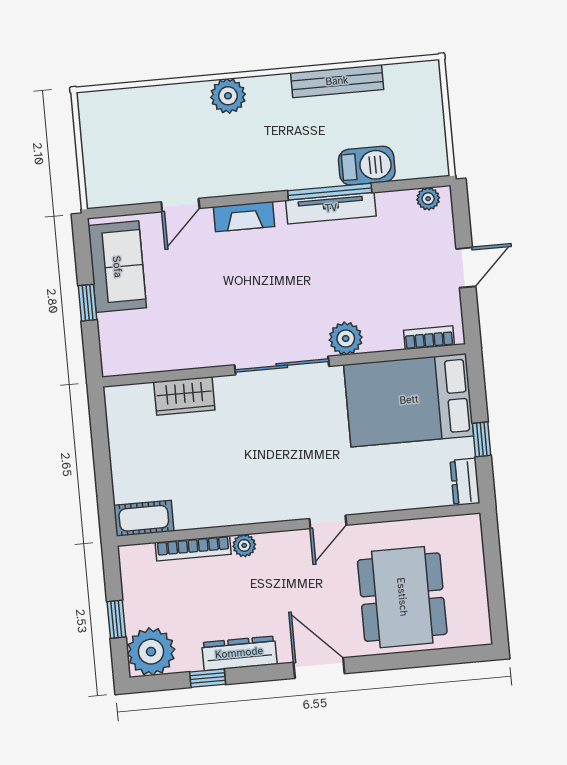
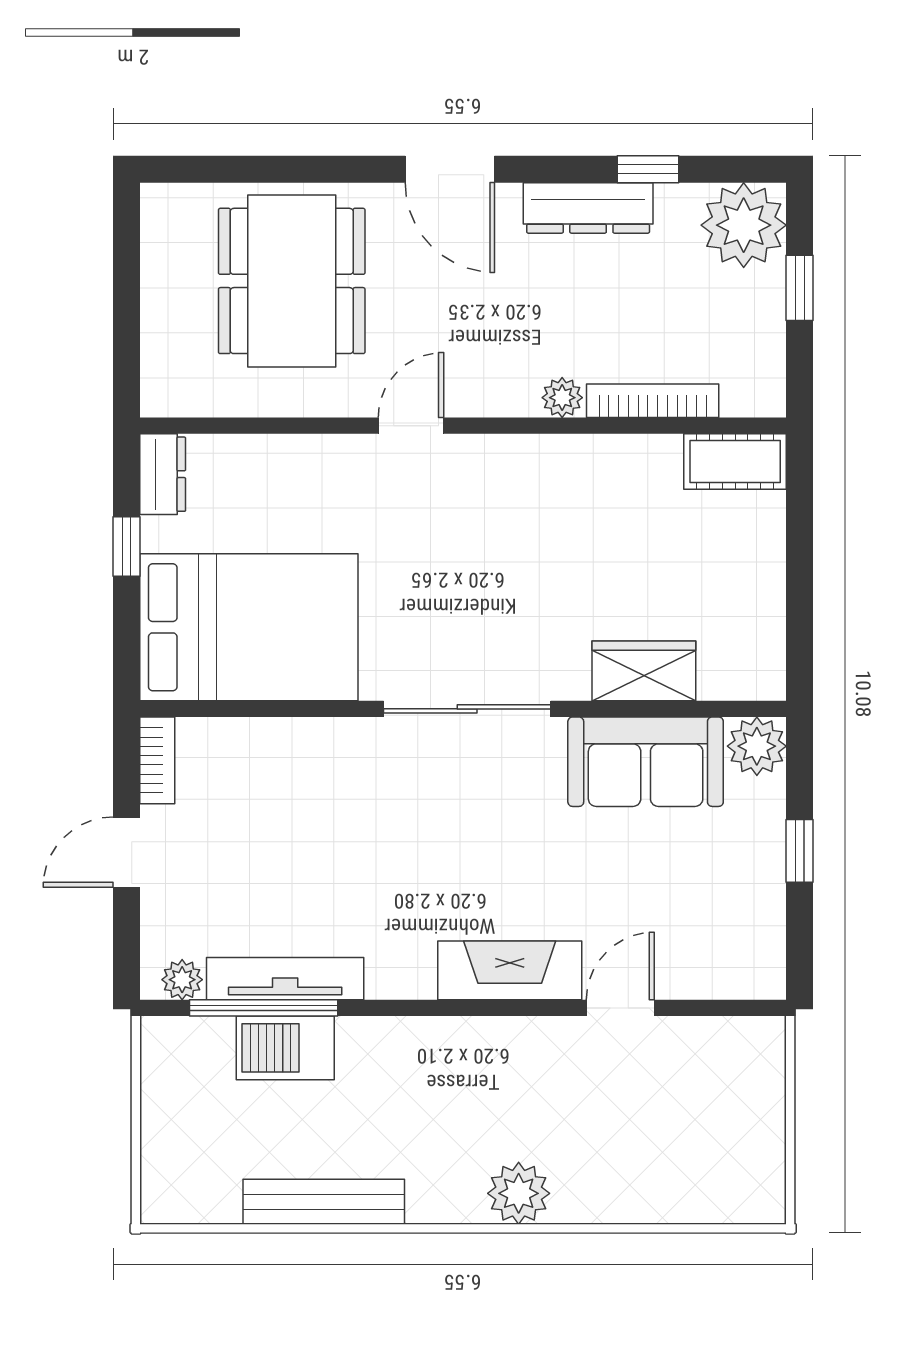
window: (330, 192) -> (264, 1008), moved
tv unit: (331, 208) -> (285, 979), moved
fireplace: (244, 217) -> (510, 970), width x1.37, depth x1.32
sofa: (117, 267) -> (646, 762), moved, turned -90
bookcase: (429, 338) -> (157, 760), moved, turned -90
plant: (346, 339) -> (757, 746), moved

